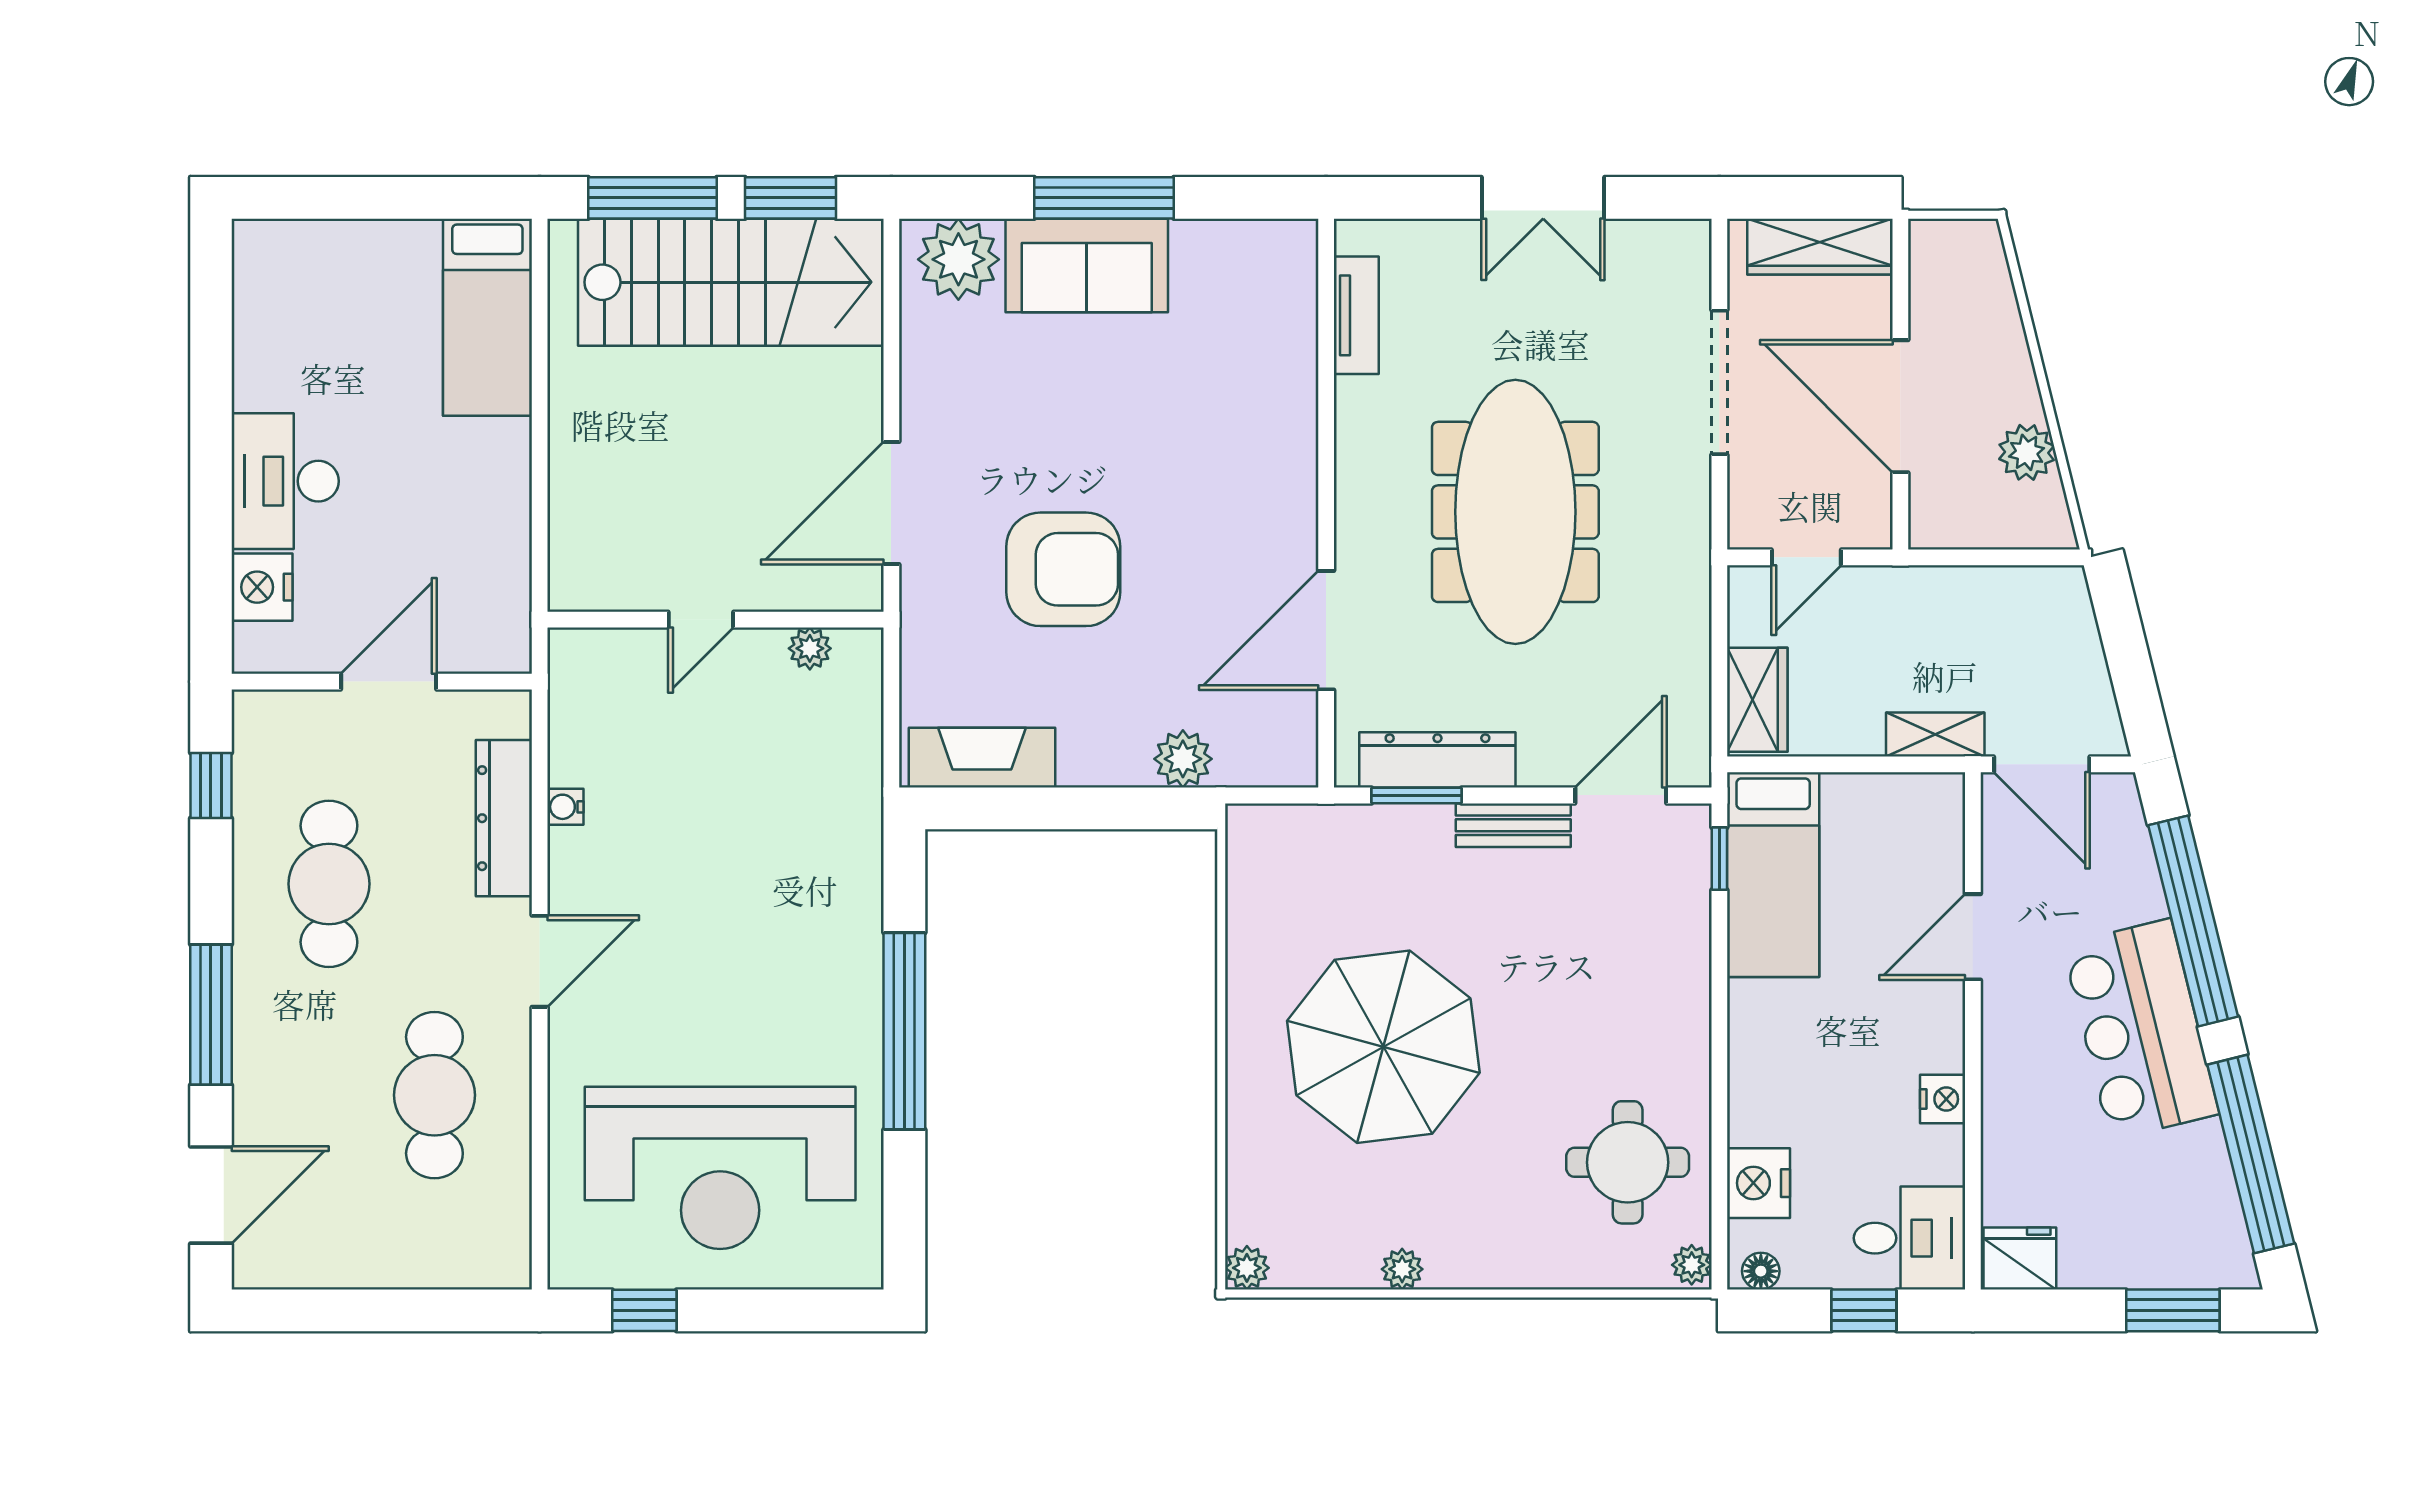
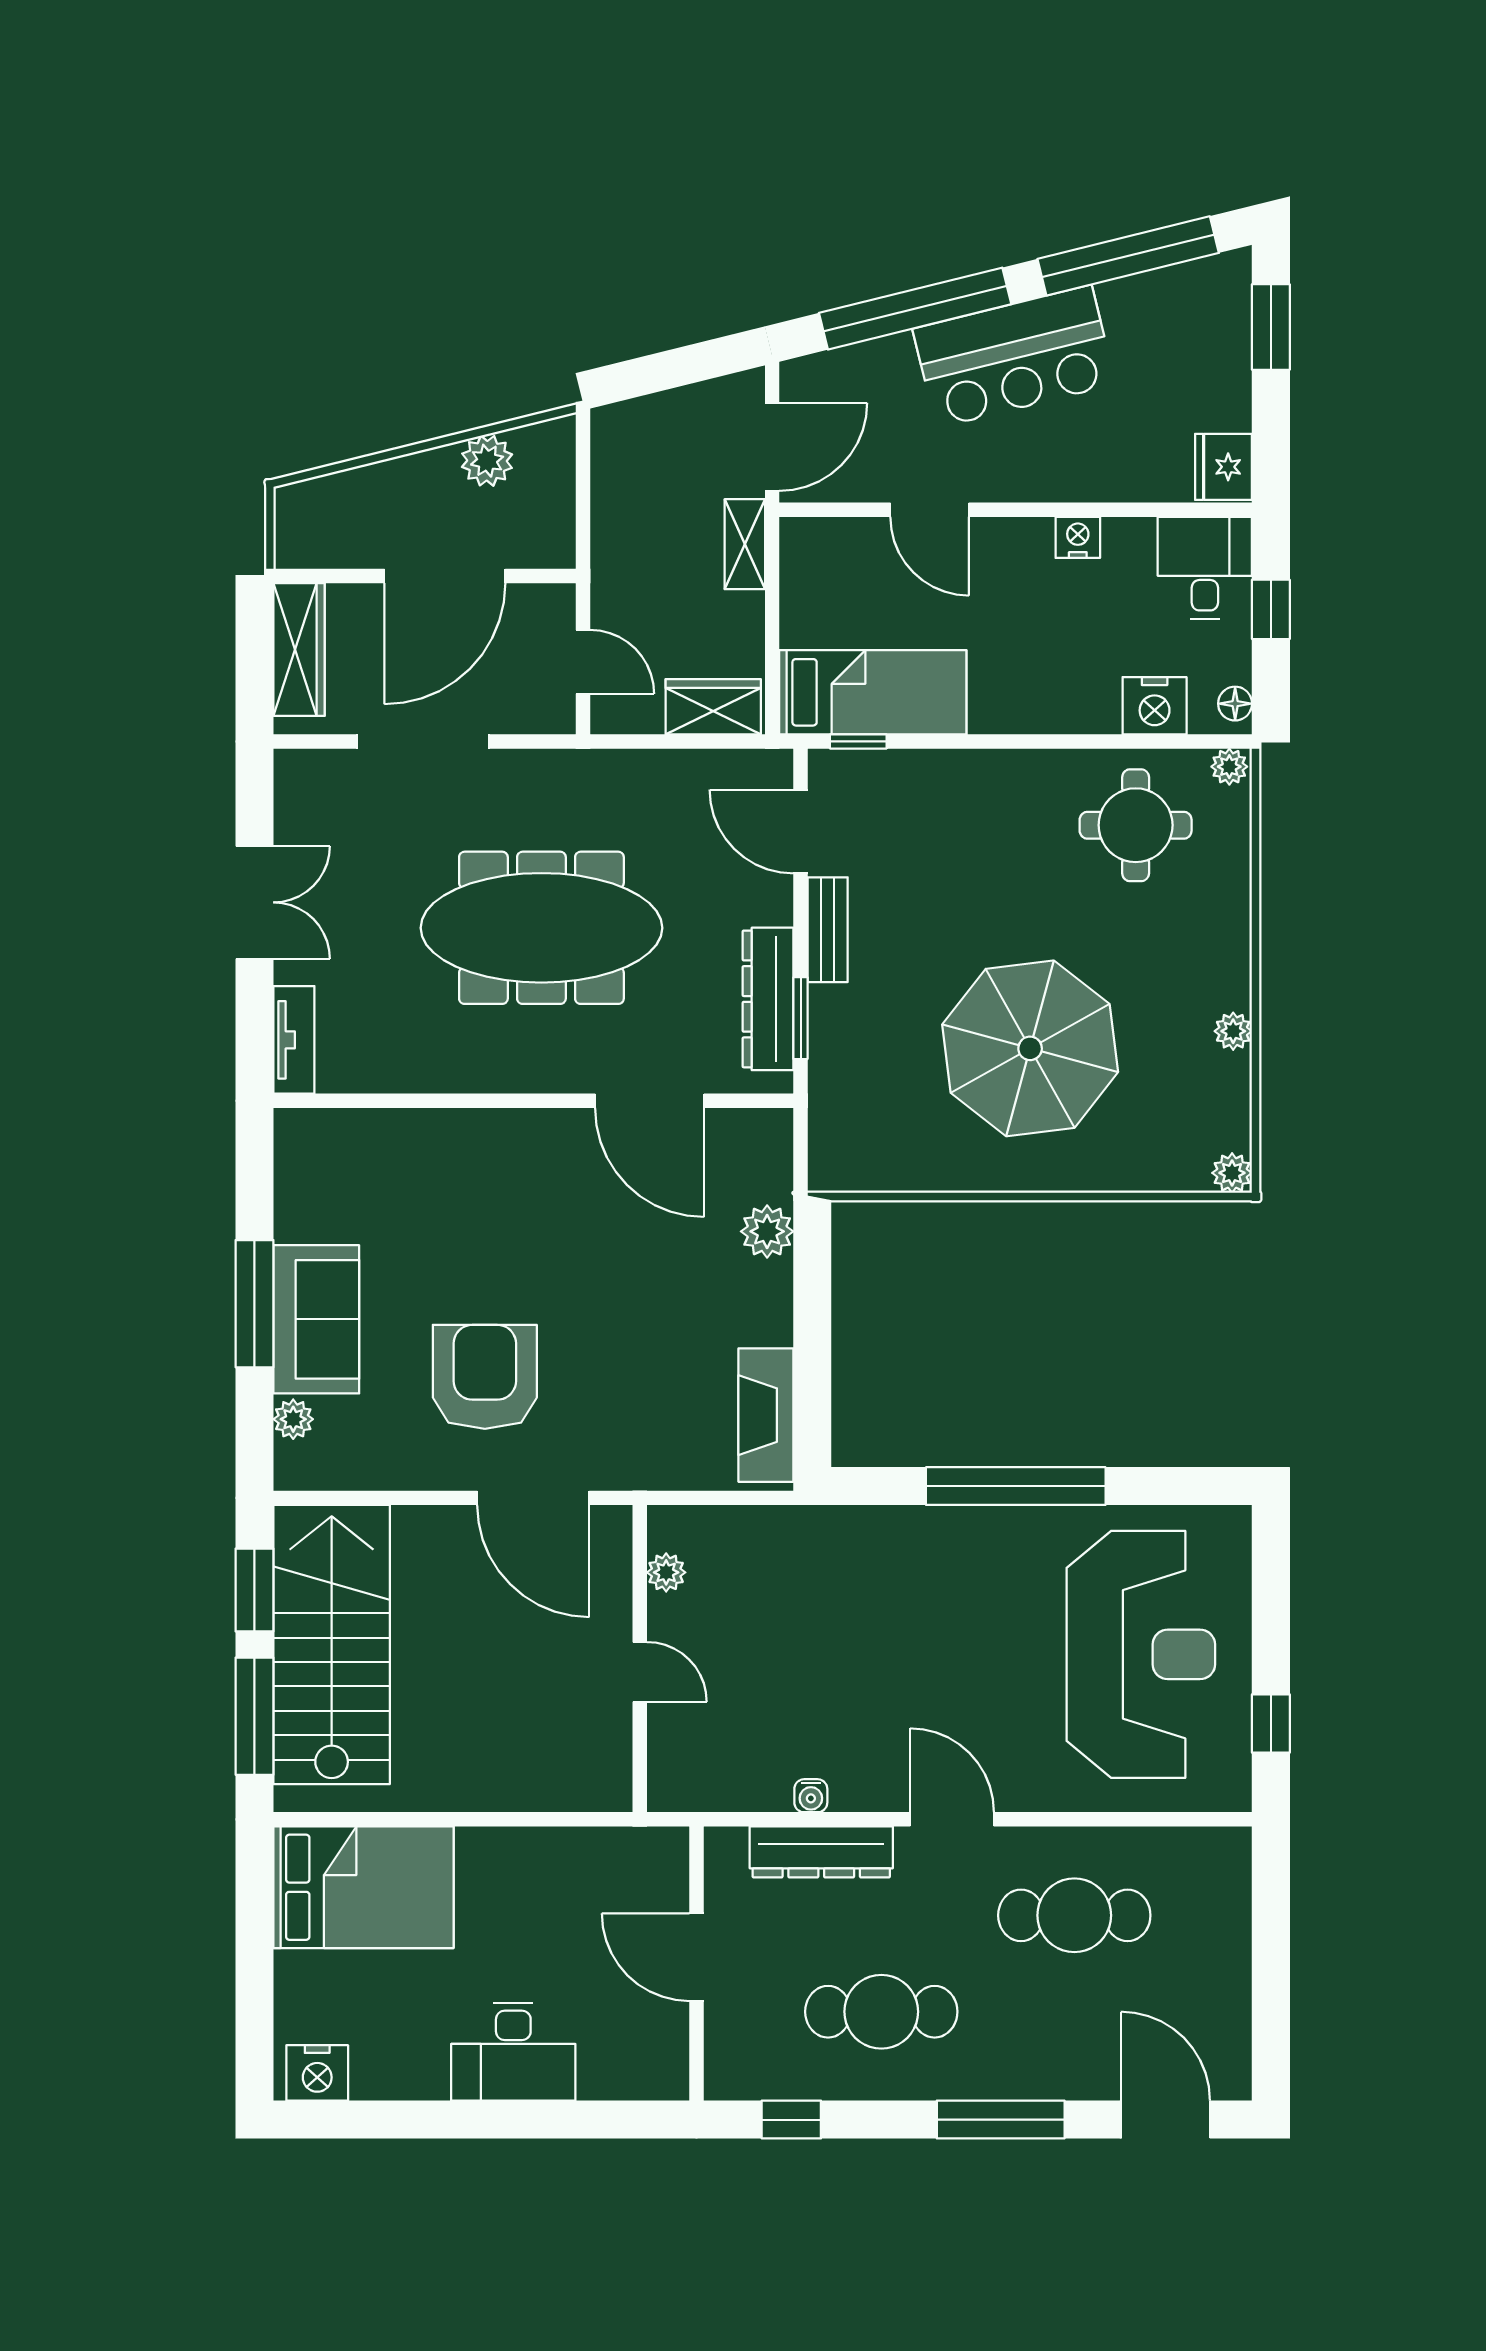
plant: (958, 259) -> (293, 1419), width x0.53, depth x0.53
tv unit: (1356, 315) -> (294, 1040), moved, turned 90
bed: (487, 317) -> (363, 1887), width x1.50
armchair: (1063, 569) -> (485, 1377), moved
nightstand: (262, 587) -> (317, 2073), moved

